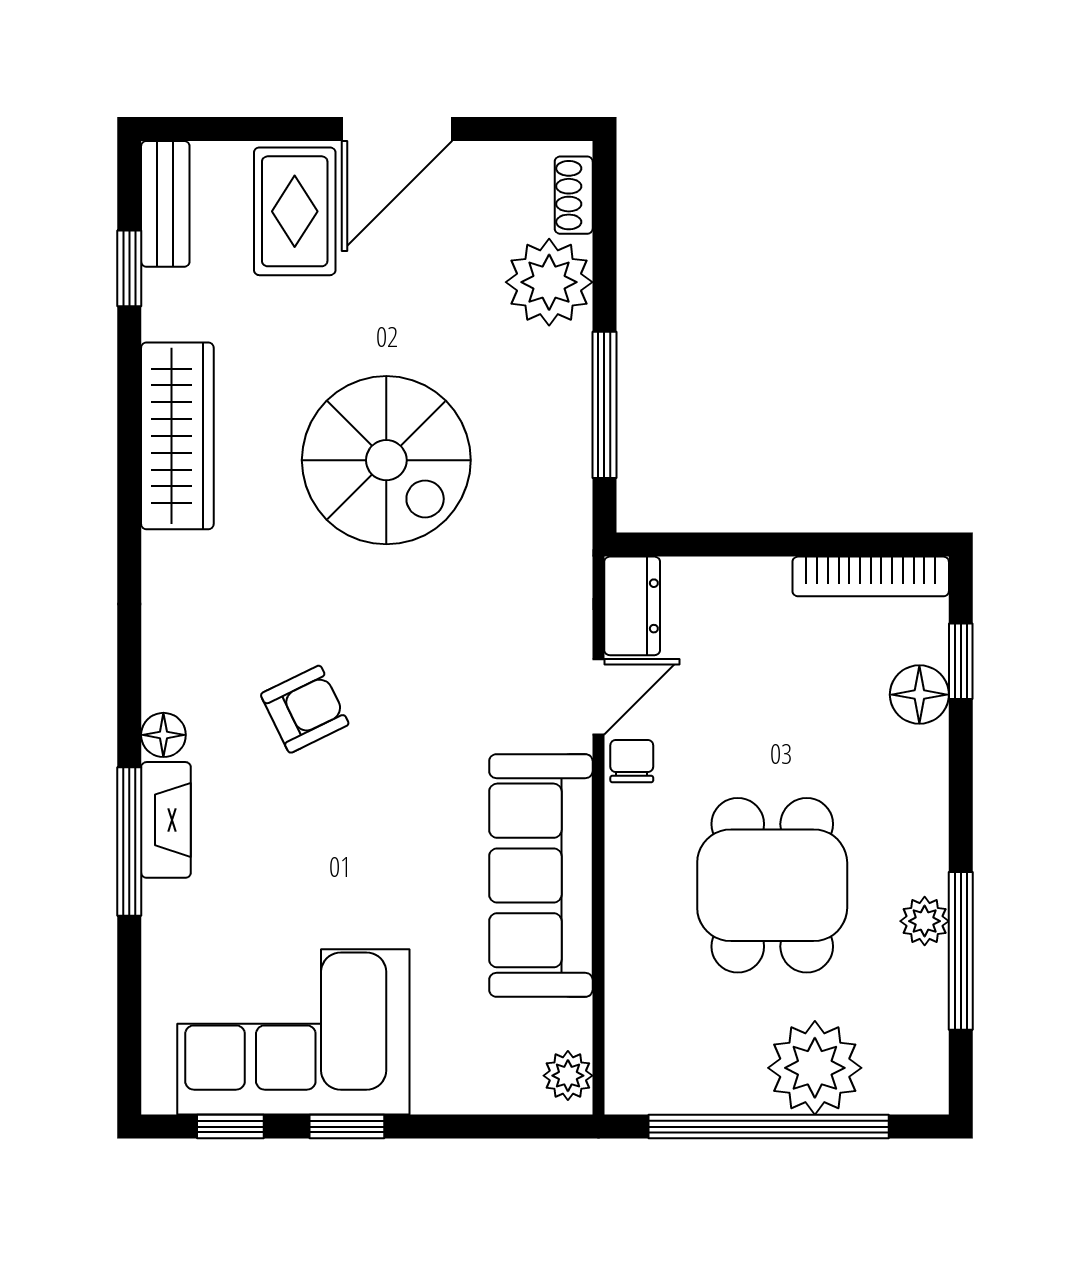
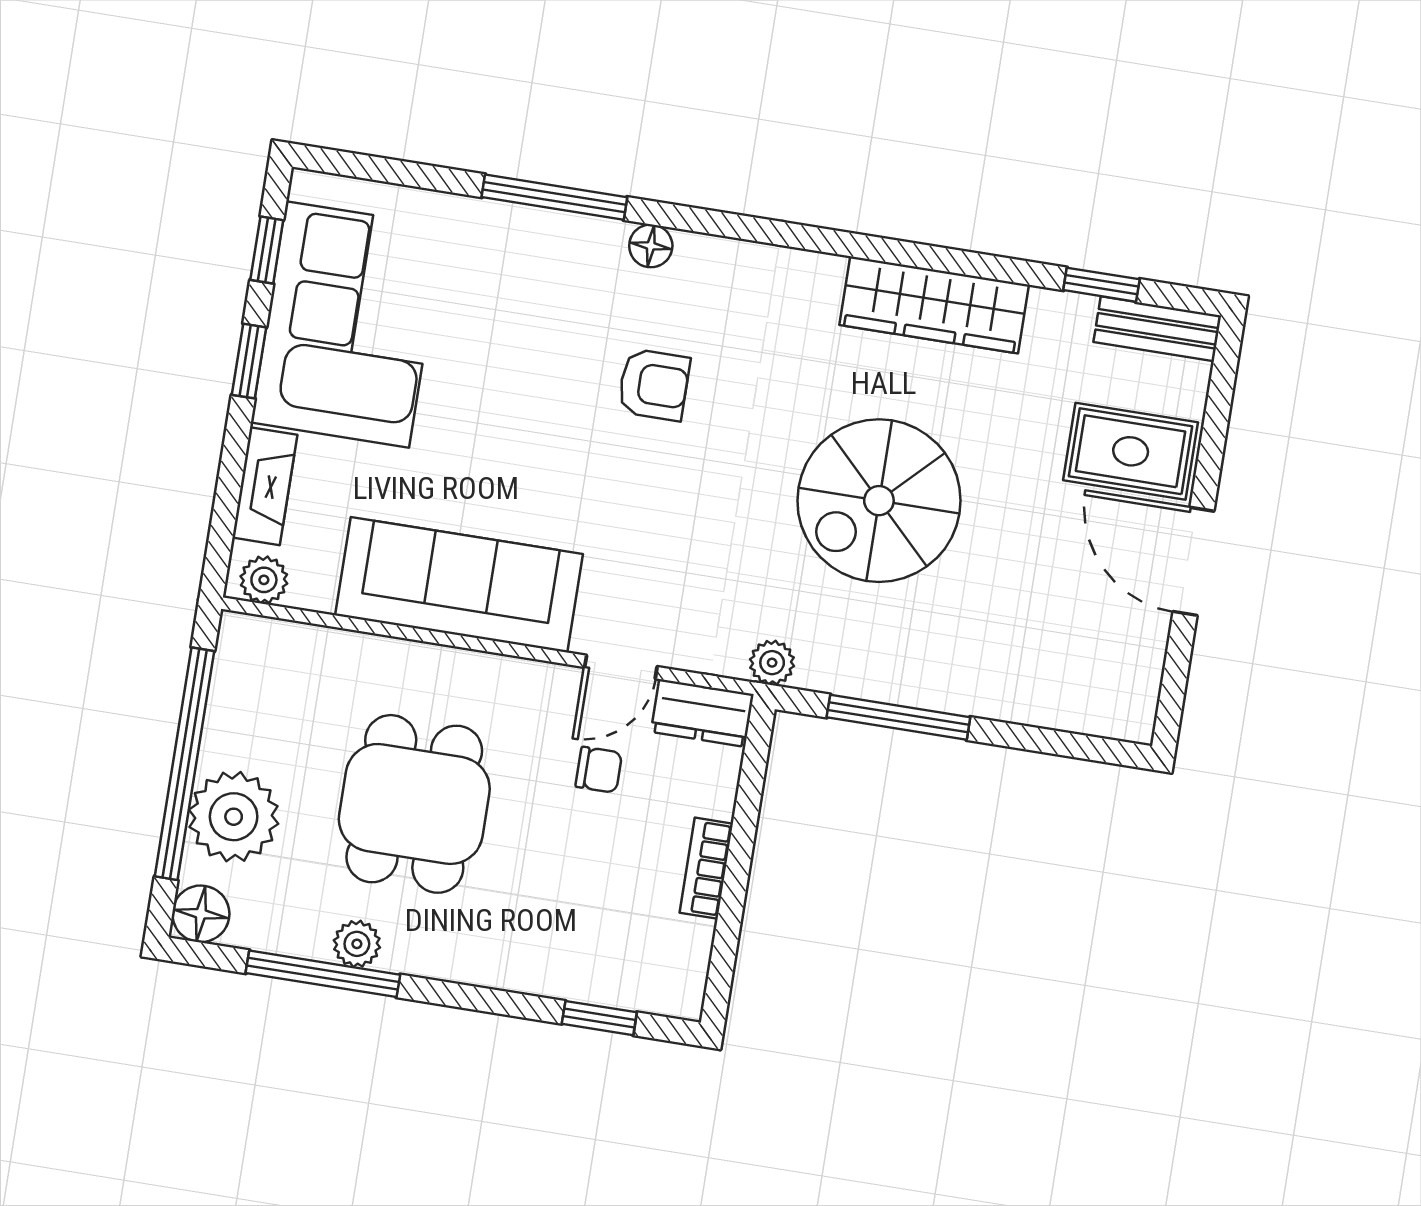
shoe rack: (574, 195) -> (1103, 720), removed
plant: (549, 282) -> (772, 663), moved, width x0.53, depth x0.53
bookcase: (871, 576) -> (706, 868), moved, width x0.64
floor lamp: (919, 695) -> (201, 914), moved
door: (598, 697) -> (621, 667), hinge flipped
armchair: (305, 709) -> (654, 385), turned -64
chair: (632, 761) -> (599, 770), moved
fireplace: (166, 820) -> (265, 486), moved, turned -90
dining table: (772, 885) -> (414, 804), turned 90

